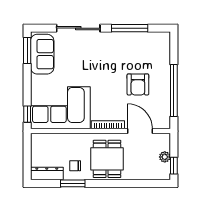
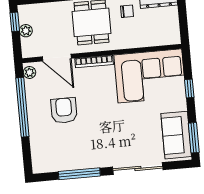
window: (27, 114) -> (189, 88), moved
plant: (165, 120) -> (29, 72), added

